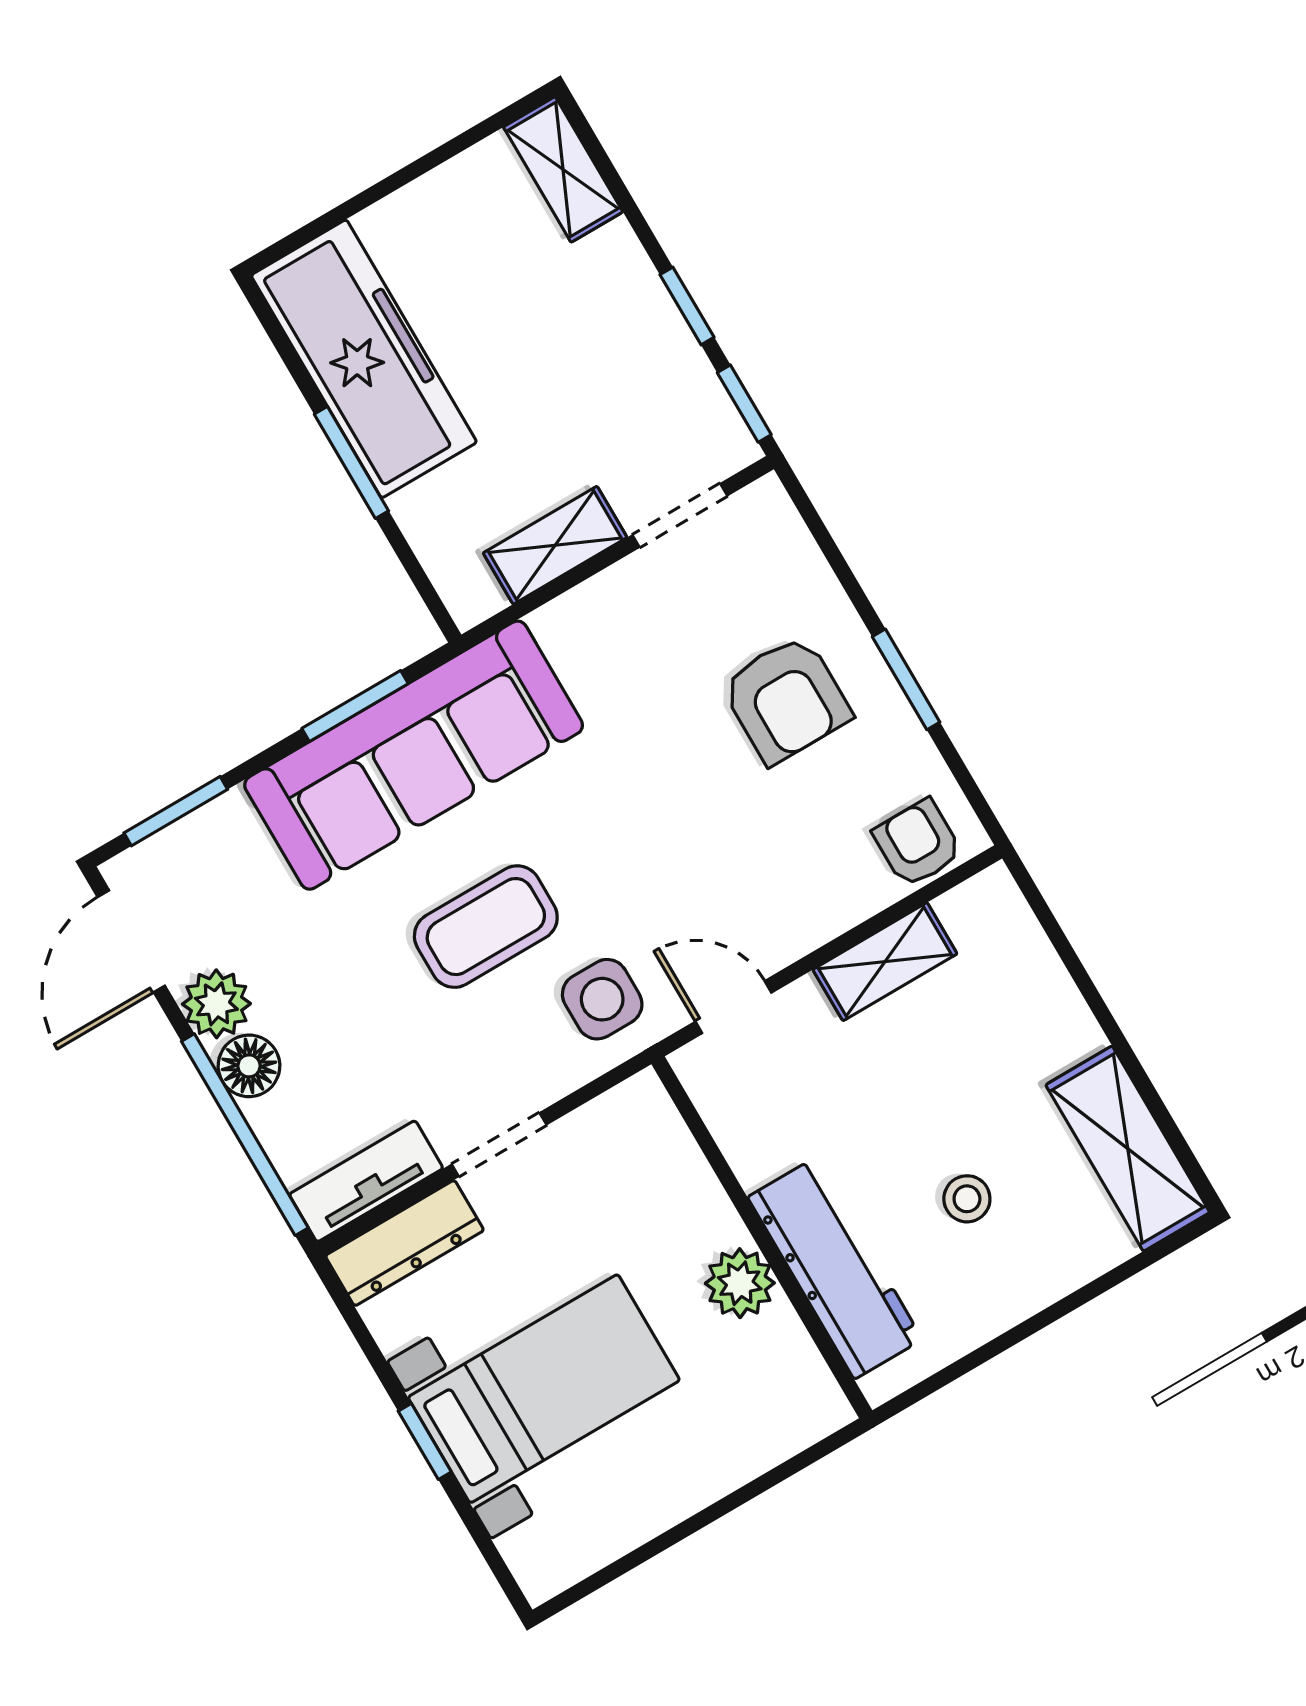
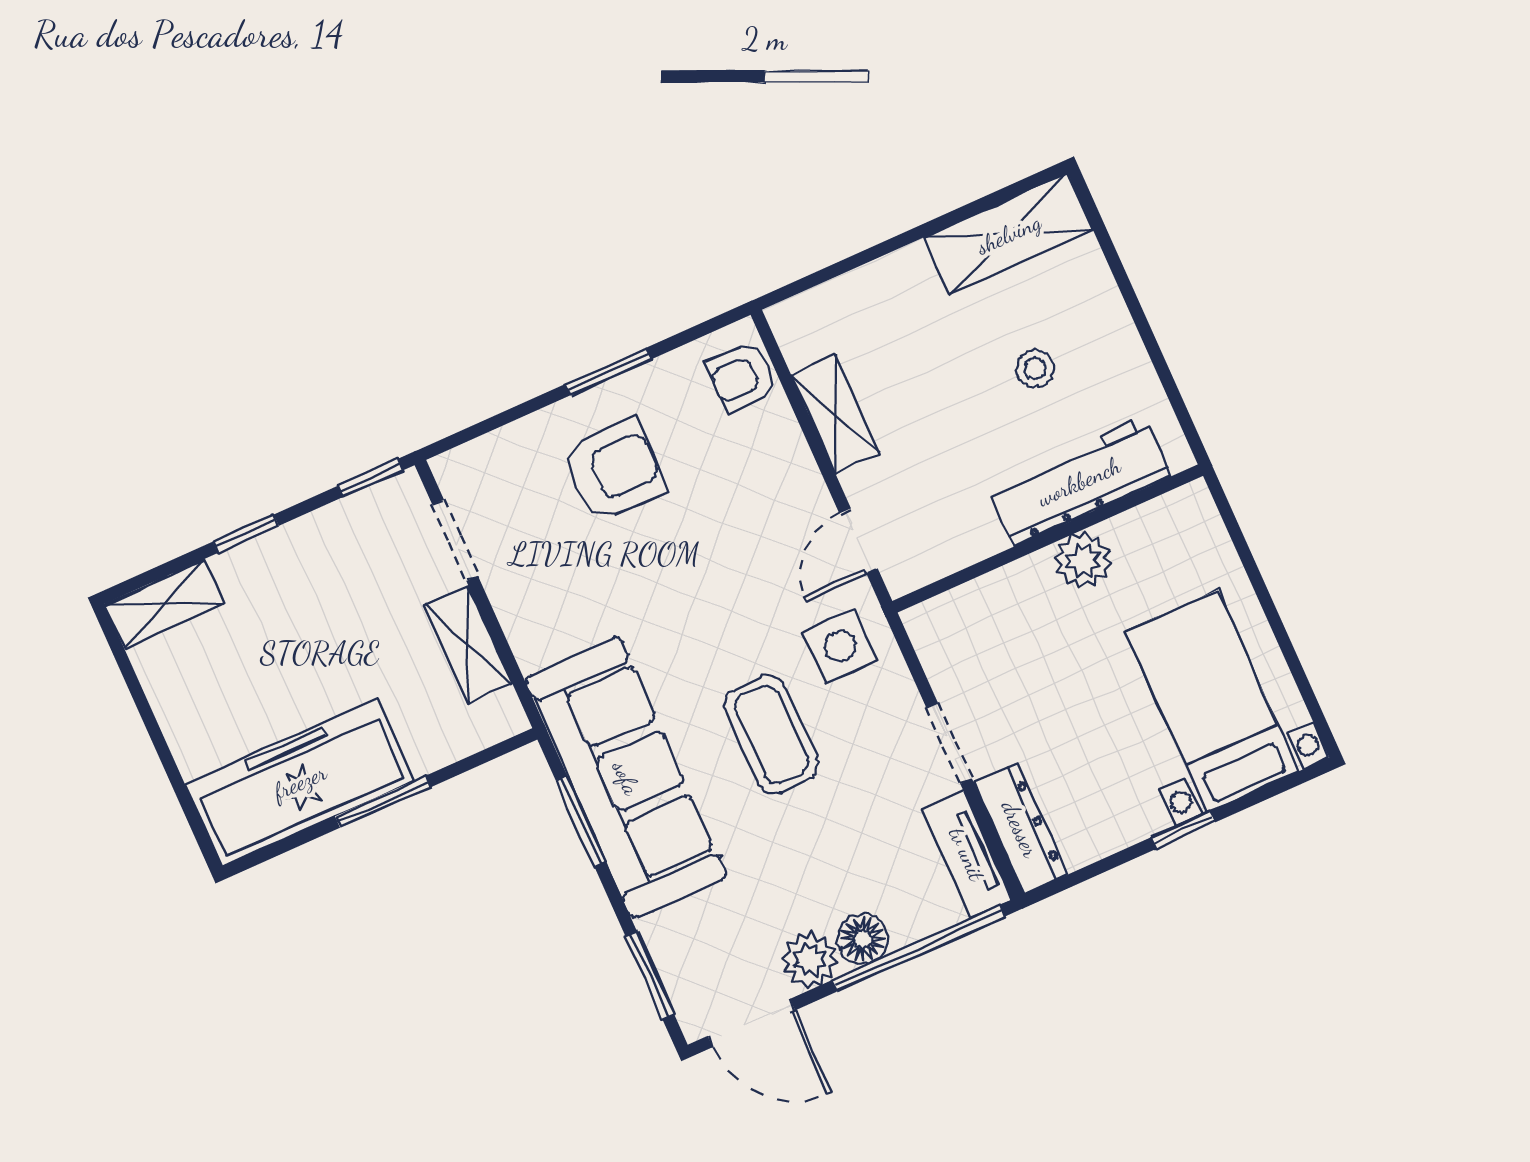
window: (687, 306) -> (246, 534), moved
bed with nightstands: (544, 1389) -> (1212, 701), moved

